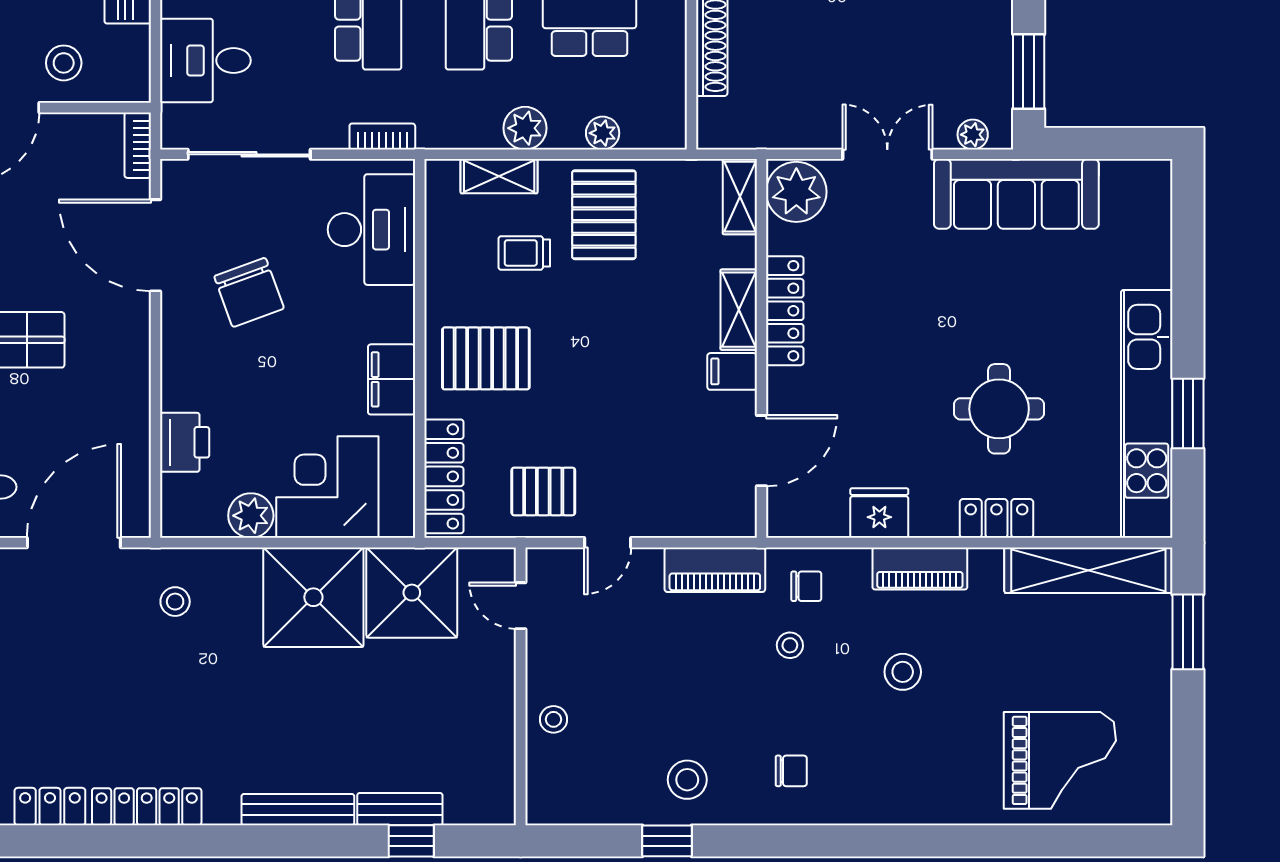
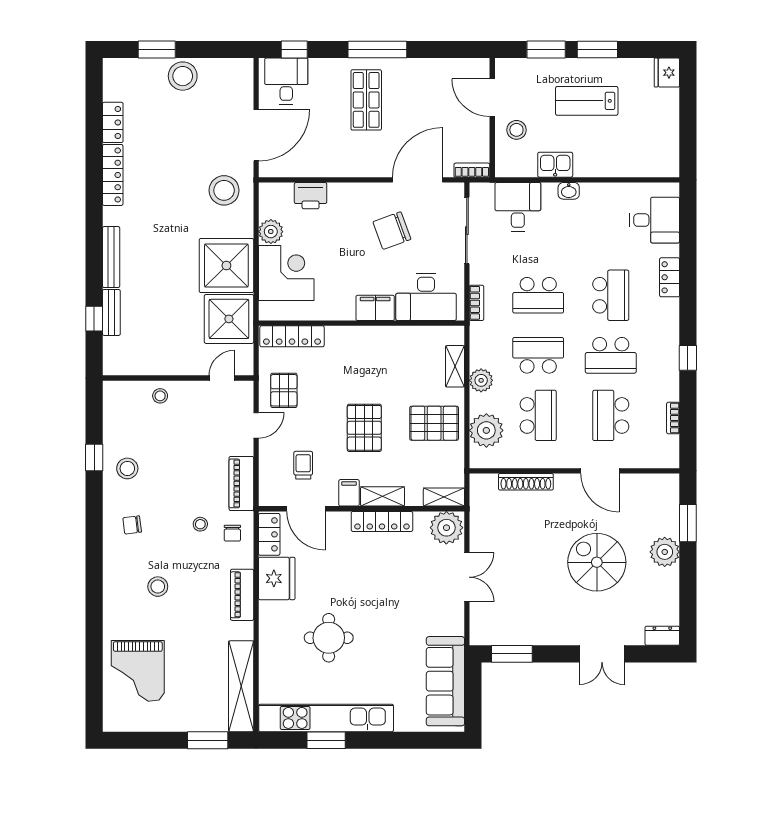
plant: (603, 133) -> (486, 430), width x1.88, depth x1.88
plant: (973, 135) -> (478, 623), removed
sofa: (1016, 194) -> (445, 681), moved
trolley: (524, 253) -> (303, 465), moved
pallet: (486, 358) -> (364, 428), moved
filing cabinet: (392, 379) -> (375, 308), moved
fridge: (879, 513) -> (277, 578), width x1.36, depth x1.34
locker: (996, 518) -> (269, 534), moved
door: (74, 543) -> (256, 135), hinge flipped
door: (608, 543) -> (256, 425), swing flipped
stool: (175, 602) -> (224, 190), width x1.89, depth x1.89
stool: (903, 672) -> (158, 587), moved
chair: (791, 771) -> (132, 525), turned 83

